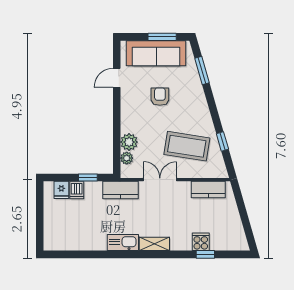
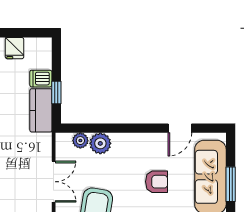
door: (117, 78) -> (180, 128), swing flipped
fridge: (61, 190) -> (15, 48), moved, turned -90
kitchen counter: (121, 190) -> (41, 110), moved

